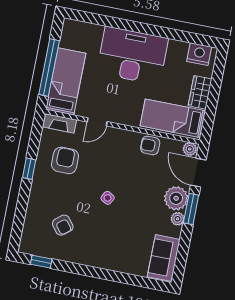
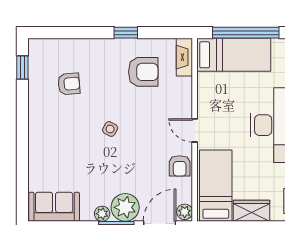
door: (97, 122) -> (195, 130), moved
armchair: (150, 145) -> (180, 166), turned 180
armchair: (63, 225) -> (69, 84), turned -146

